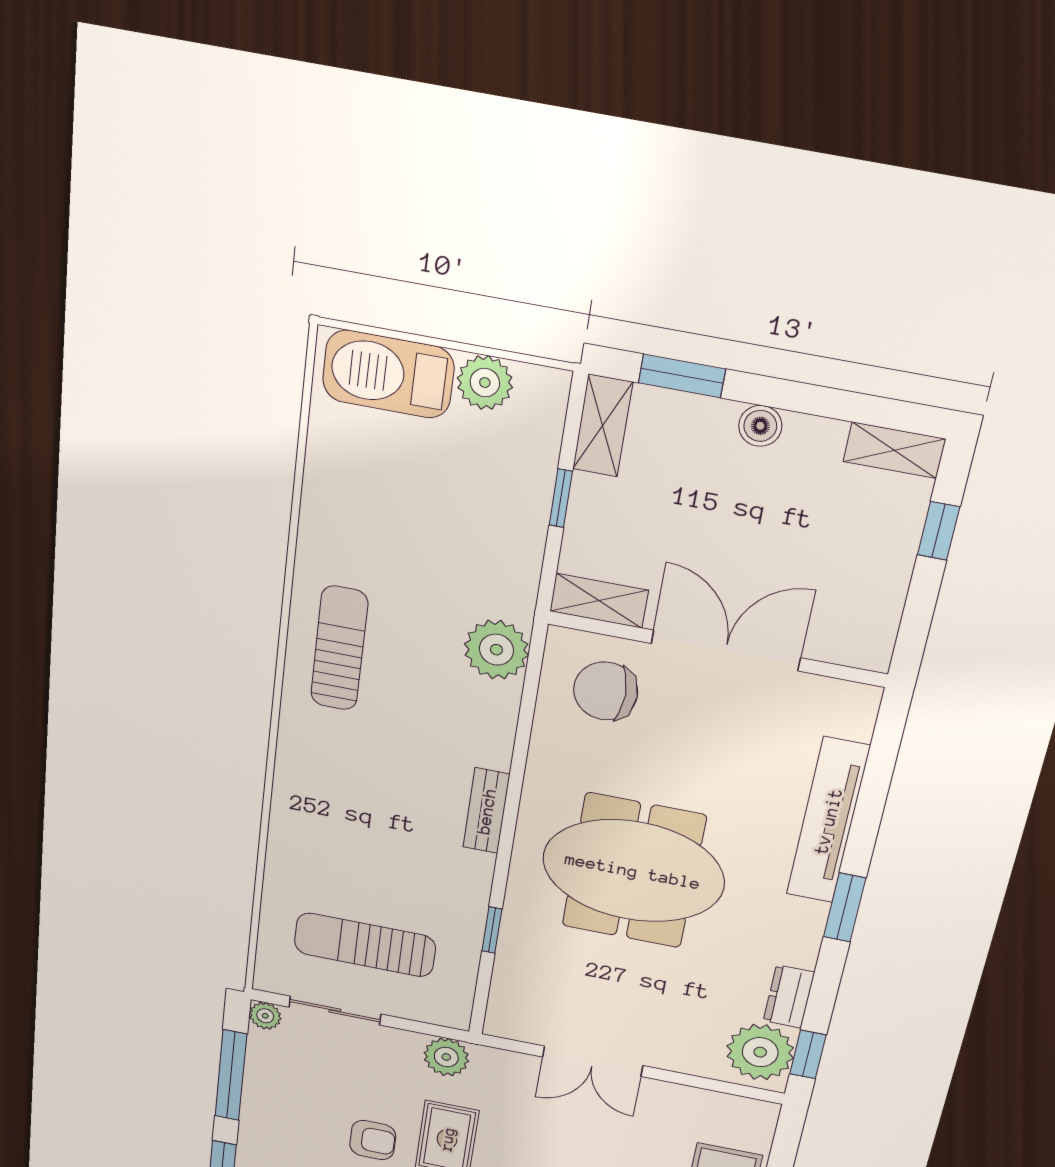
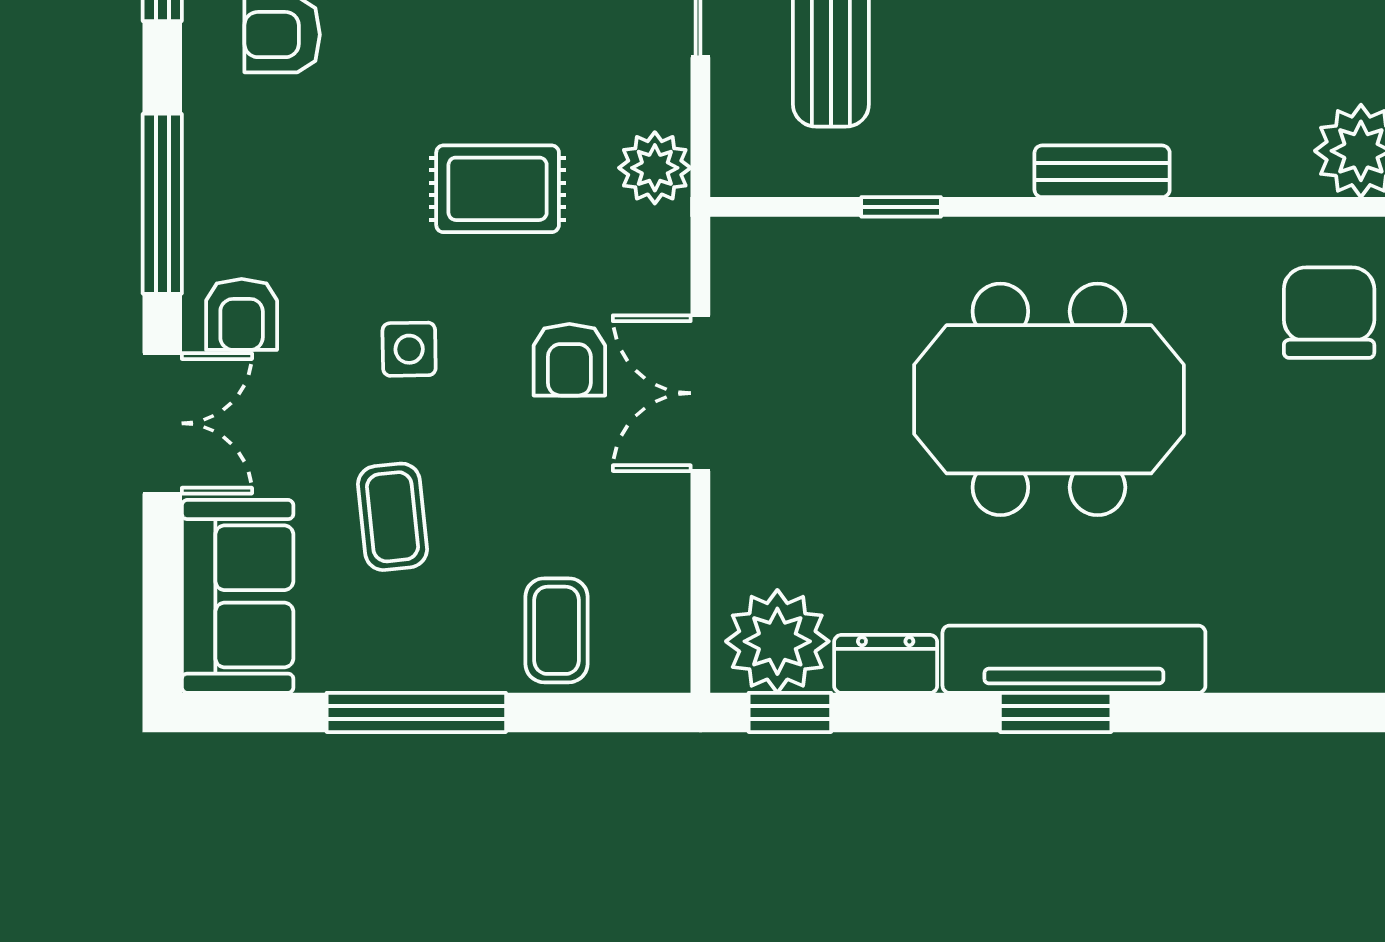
tv unit: (828, 821) -> (1074, 659), moved
meeting table: (633, 871) -> (1049, 399), turned 90
armchair: (373, 1140) -> (569, 360), moved

